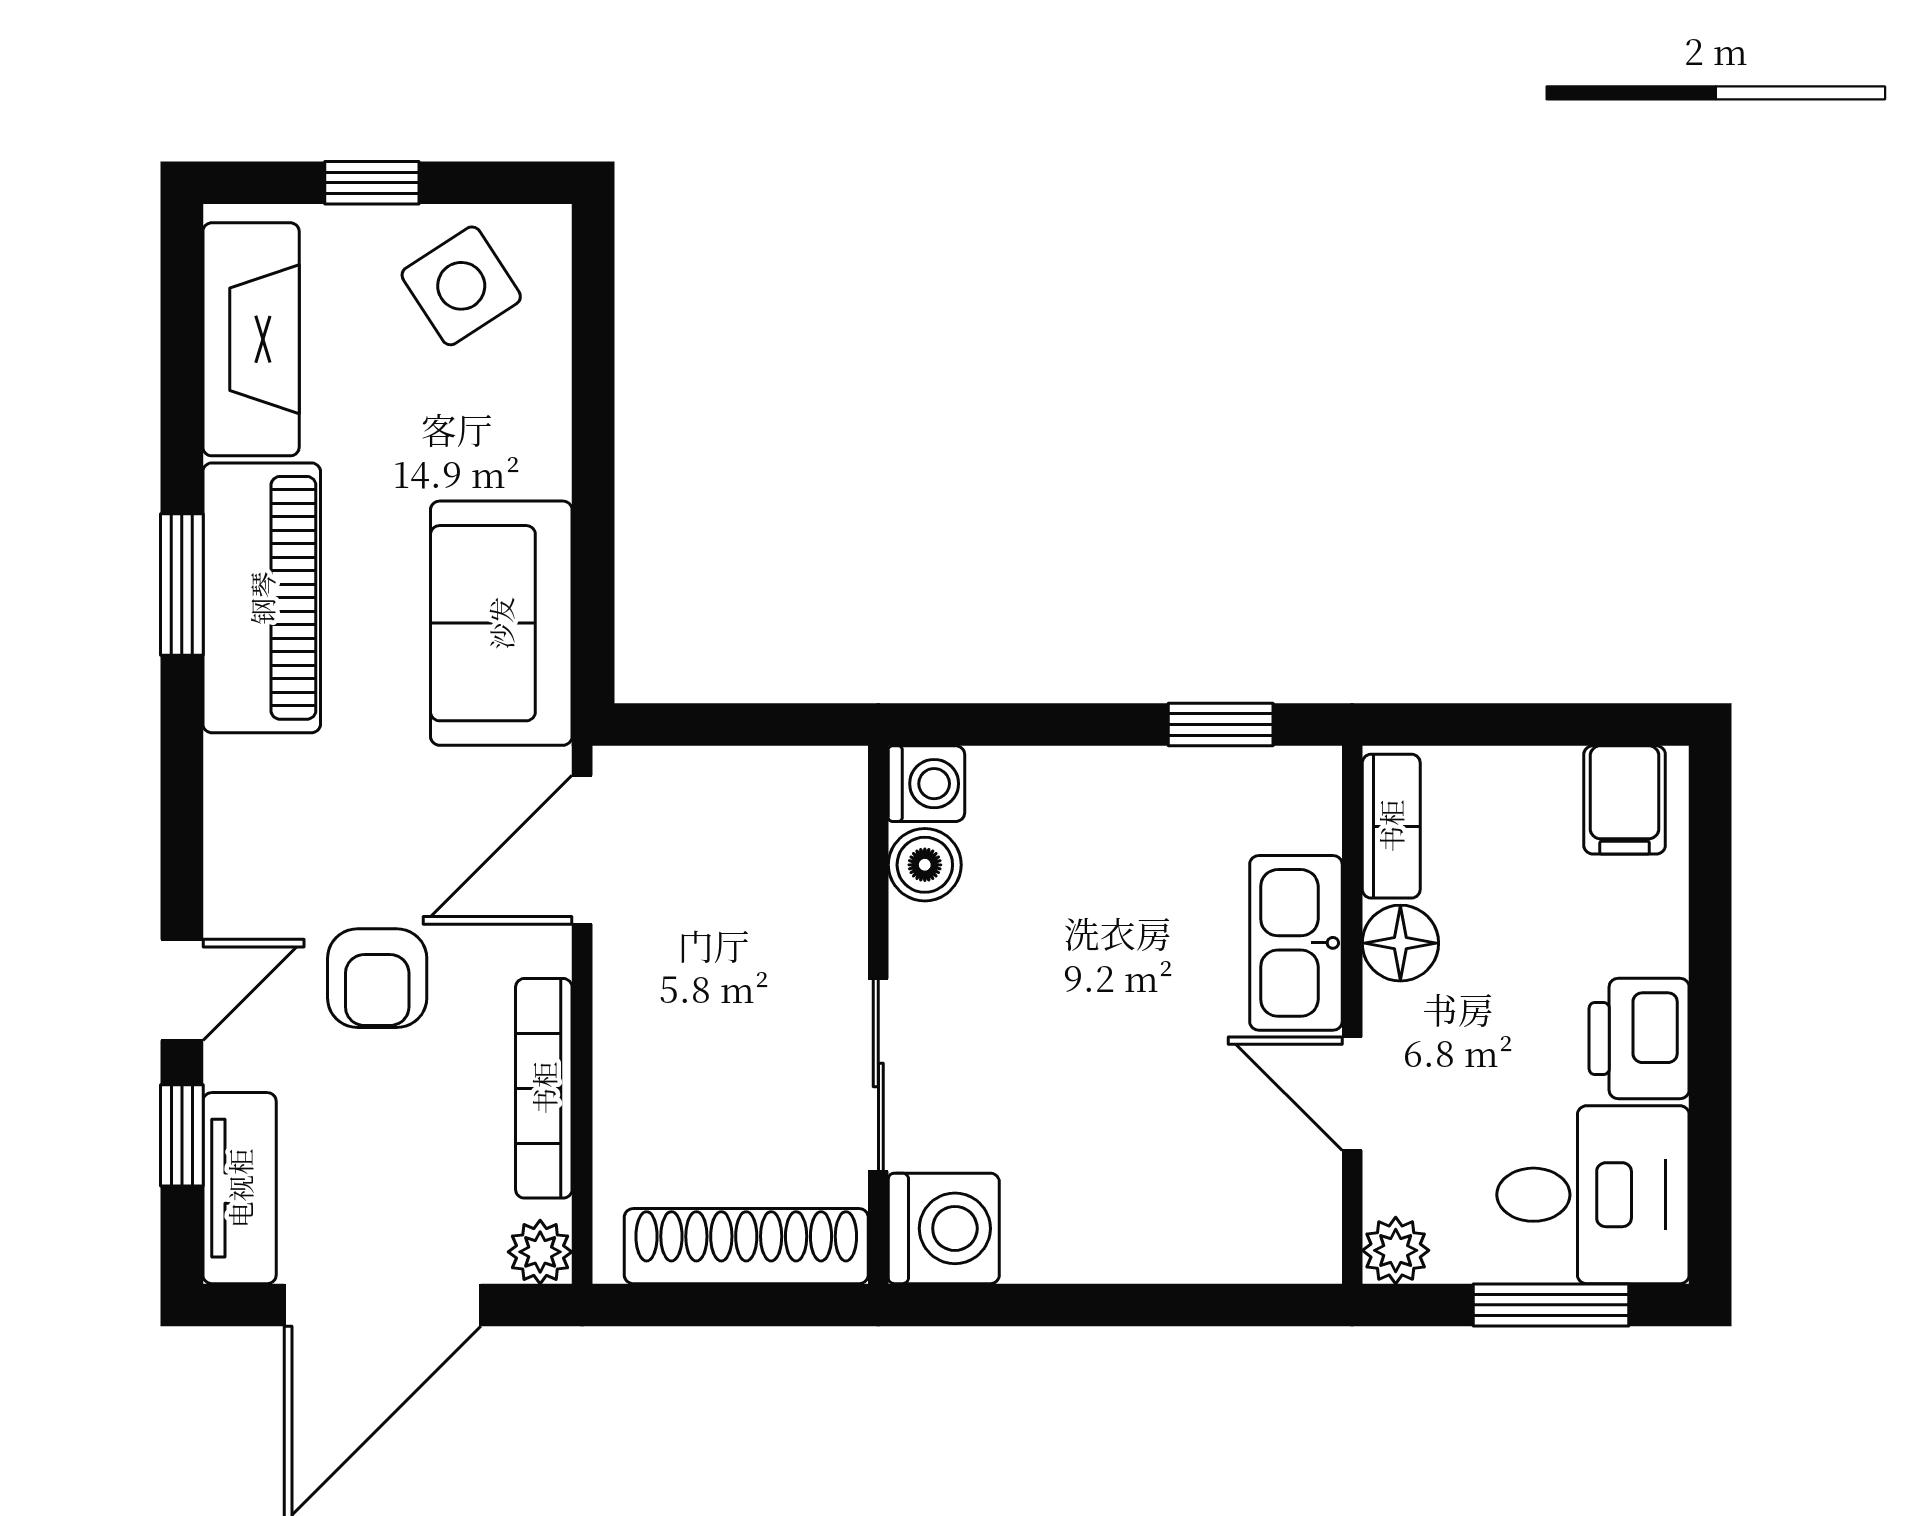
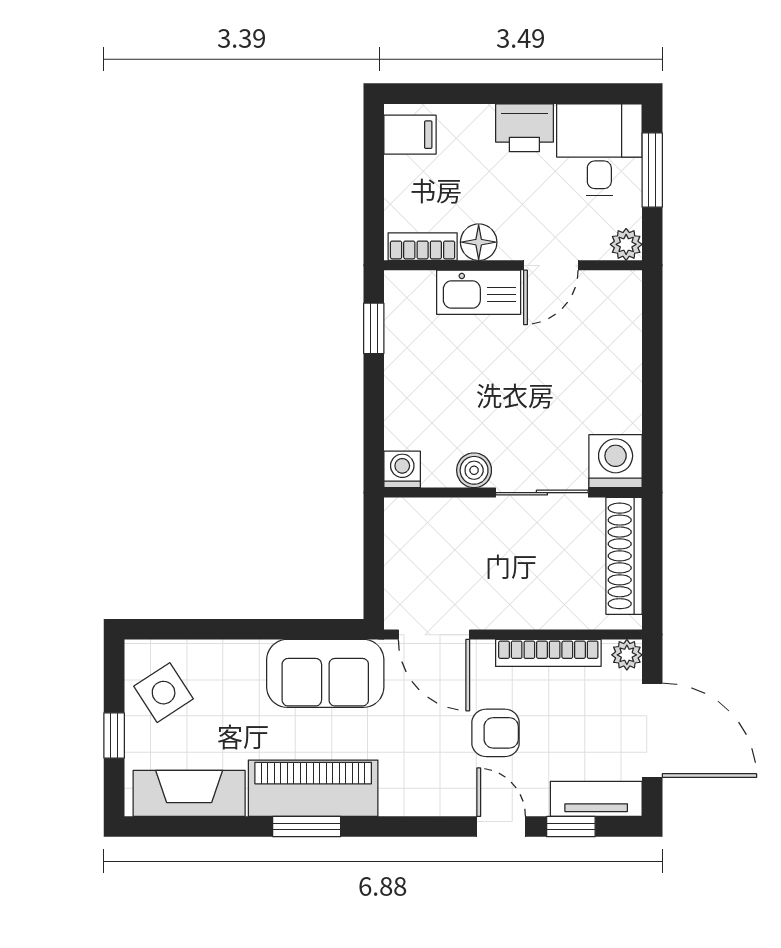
boiler: (925, 865) -> (474, 470), moved

